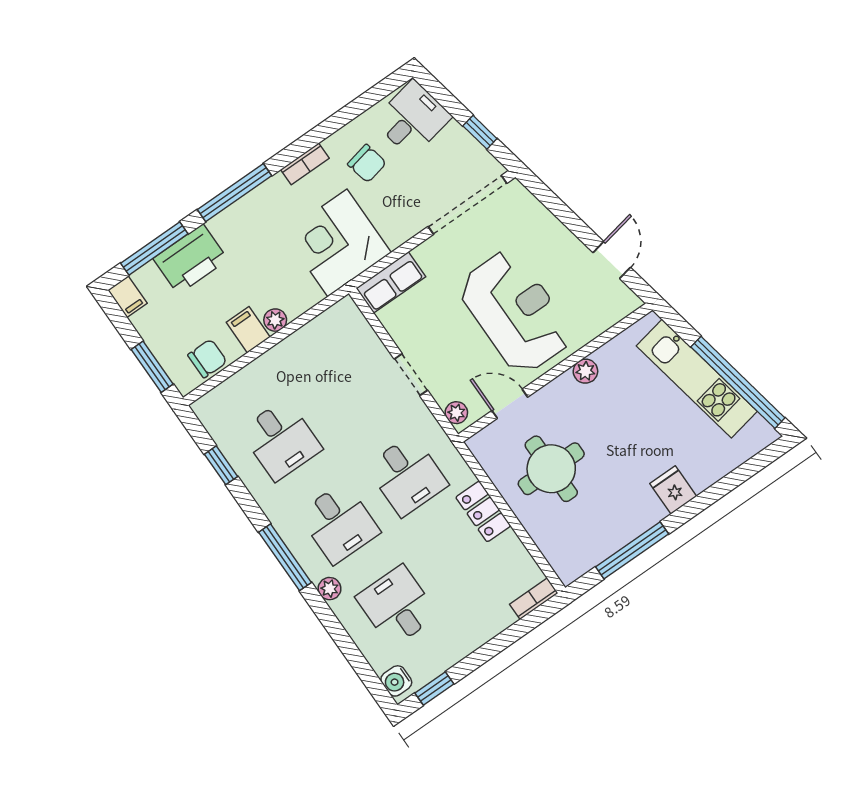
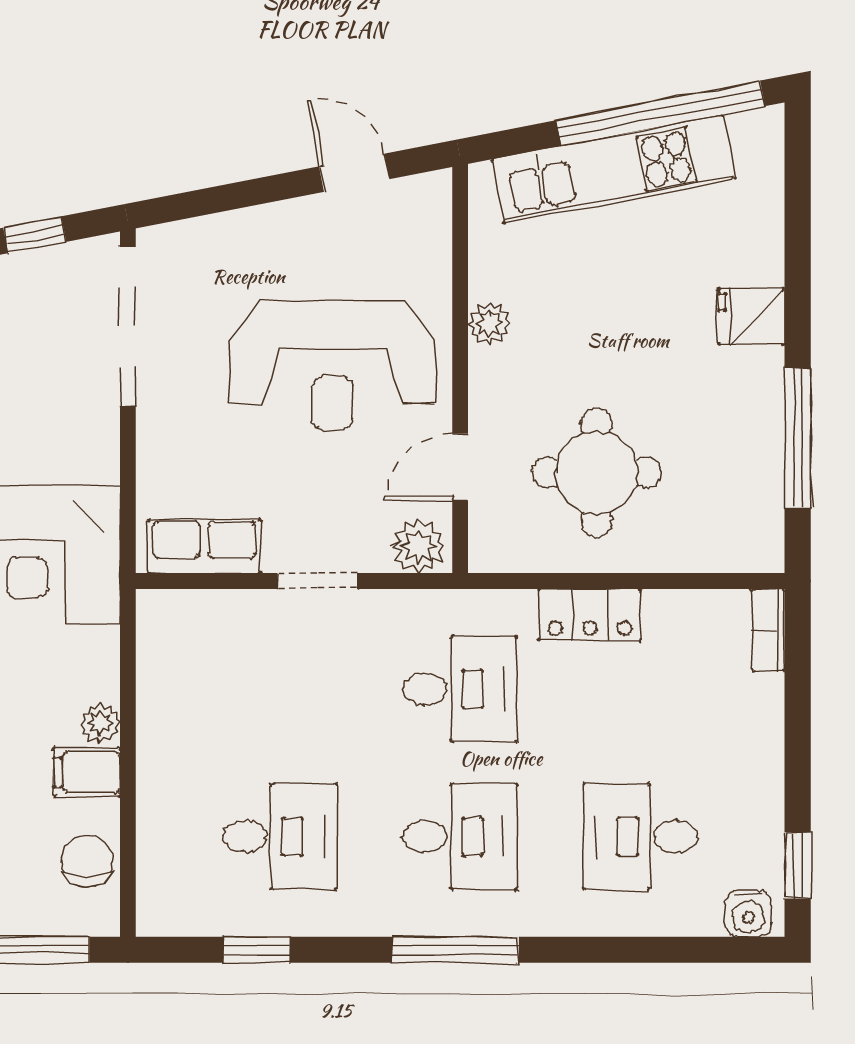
row of seats: (391, 282) -> (204, 546), moved, turned -90
reception desk: (515, 312) -> (332, 366), turned 180
plant: (456, 413) -> (419, 546), width x1.38, depth x1.38
plant: (329, 589) -> (546, 917), removed

